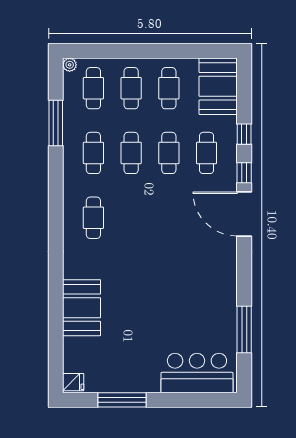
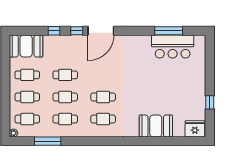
cafe table: (207, 153) -> (103, 97), moved
bar counter: (197, 373) -> (173, 46), moved, turned -90
fridge: (73, 382) -> (195, 129), width x1.88, depth x1.34
window: (122, 400) -> (210, 102), width x0.46

